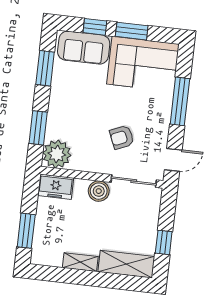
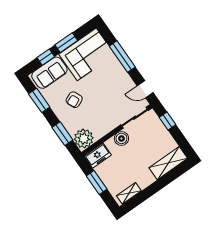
armchair: (122, 137) -> (74, 100), moved
door: (173, 160) -> (145, 89), swing flipped
window: (26, 231) -> (97, 182), moved
window: (164, 242) -> (167, 121), moved
shelving: (80, 262) -> (129, 193), moved

